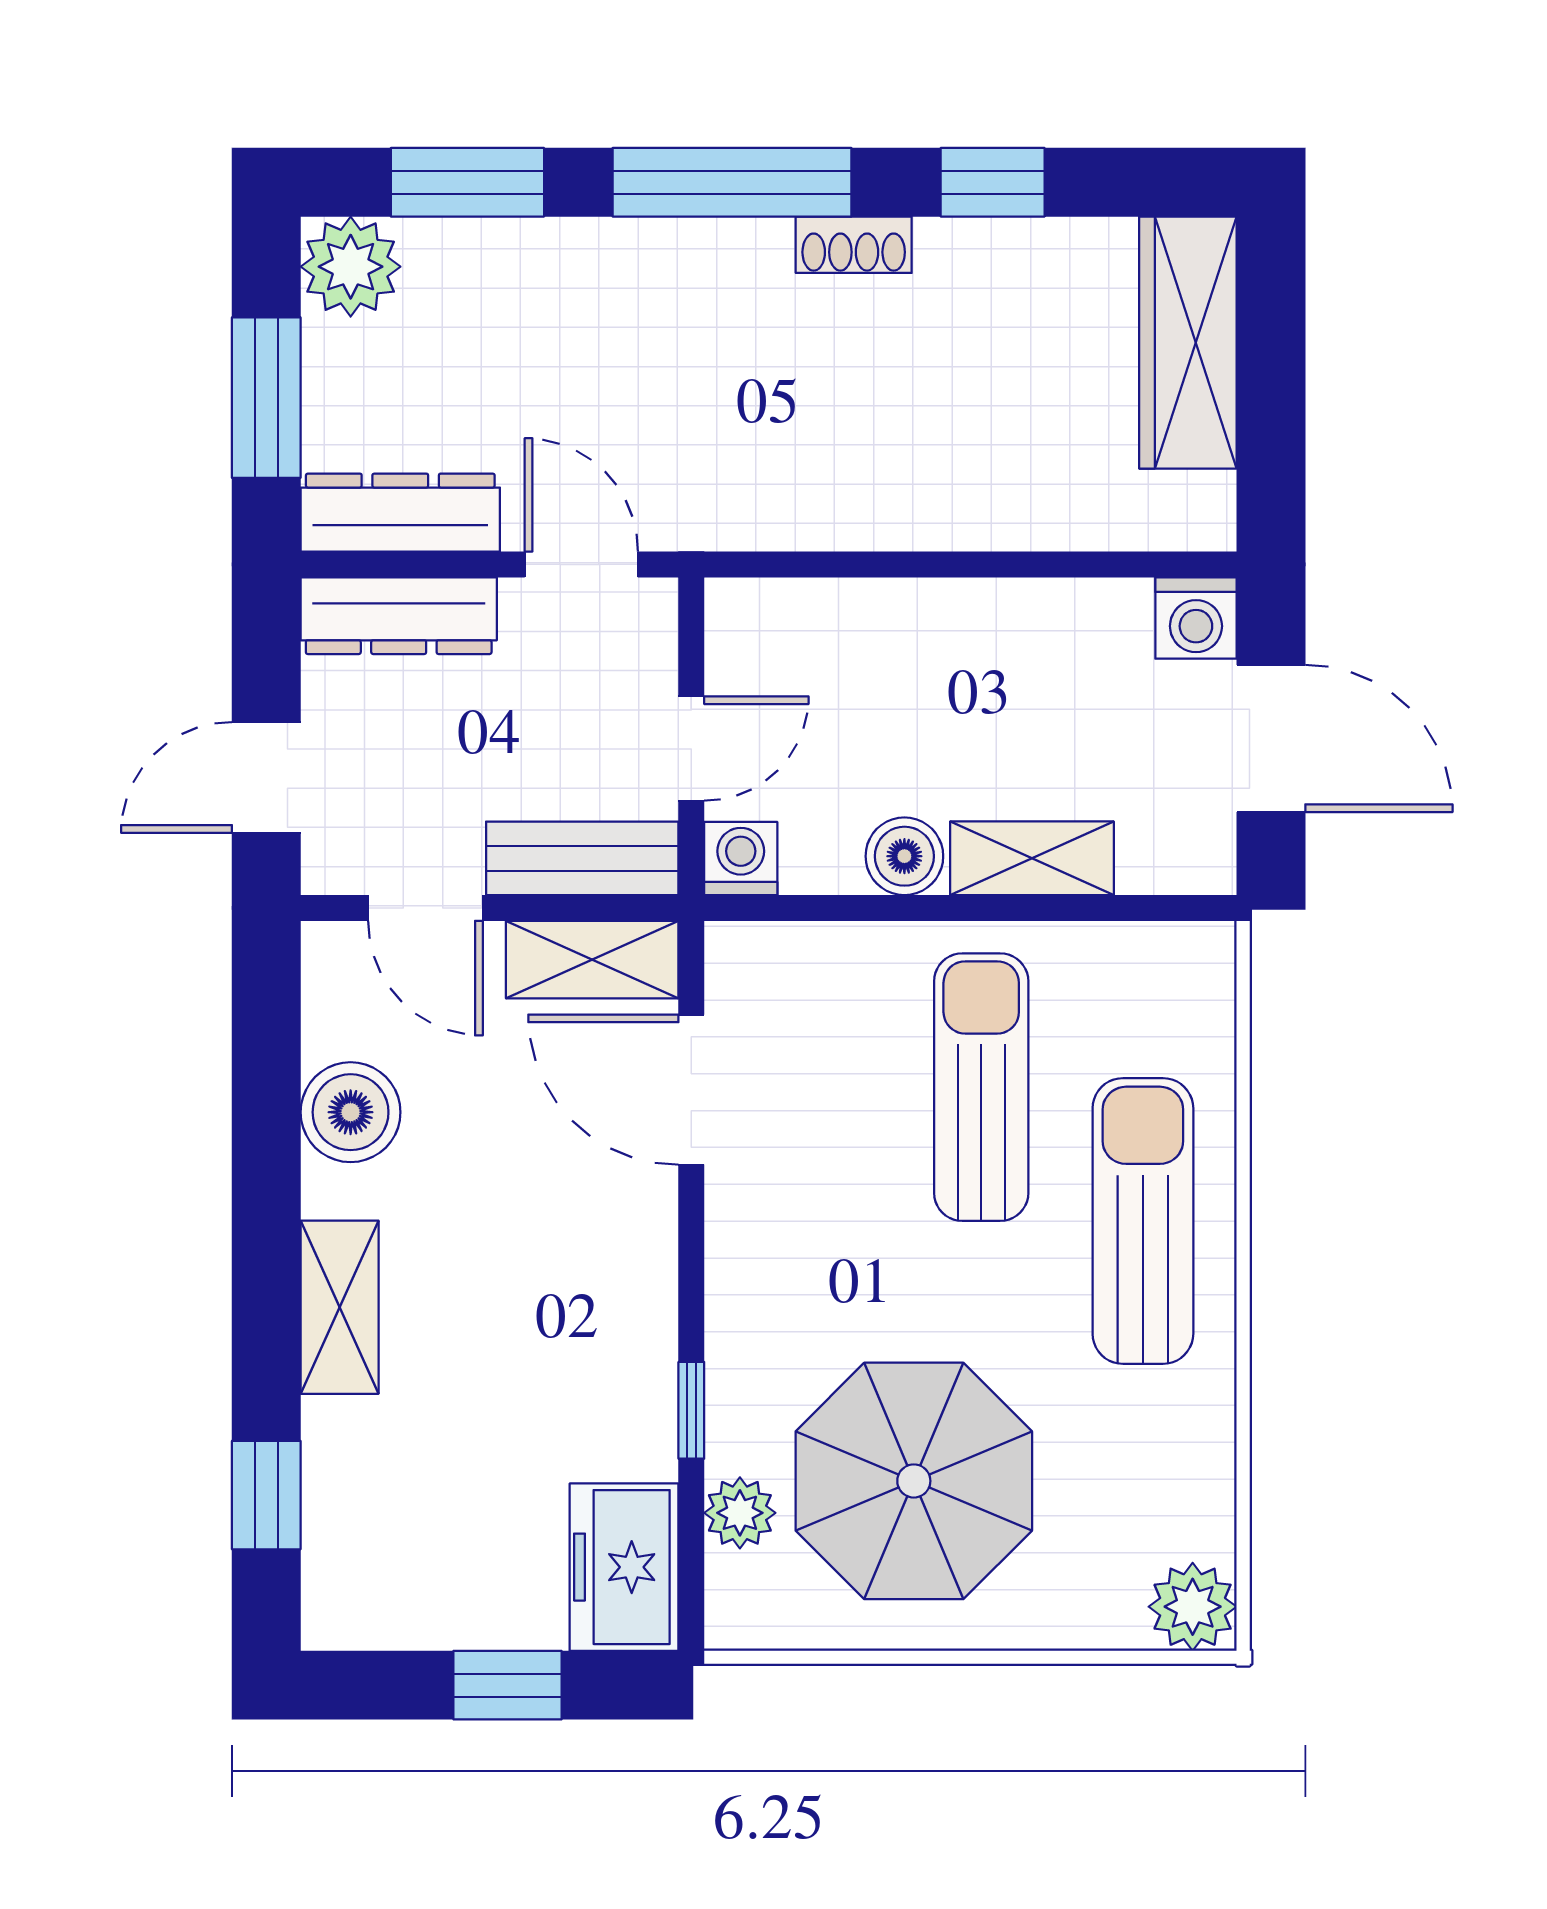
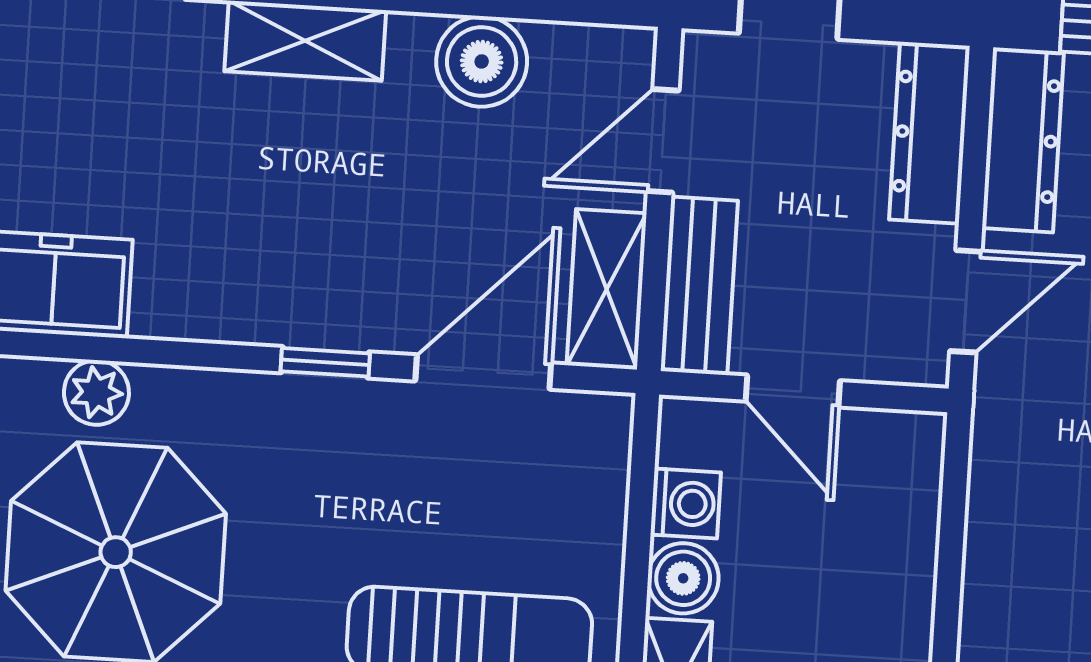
washing machine: (741, 859) -> (686, 504), moved
window: (691, 1410) -> (325, 362), moved

